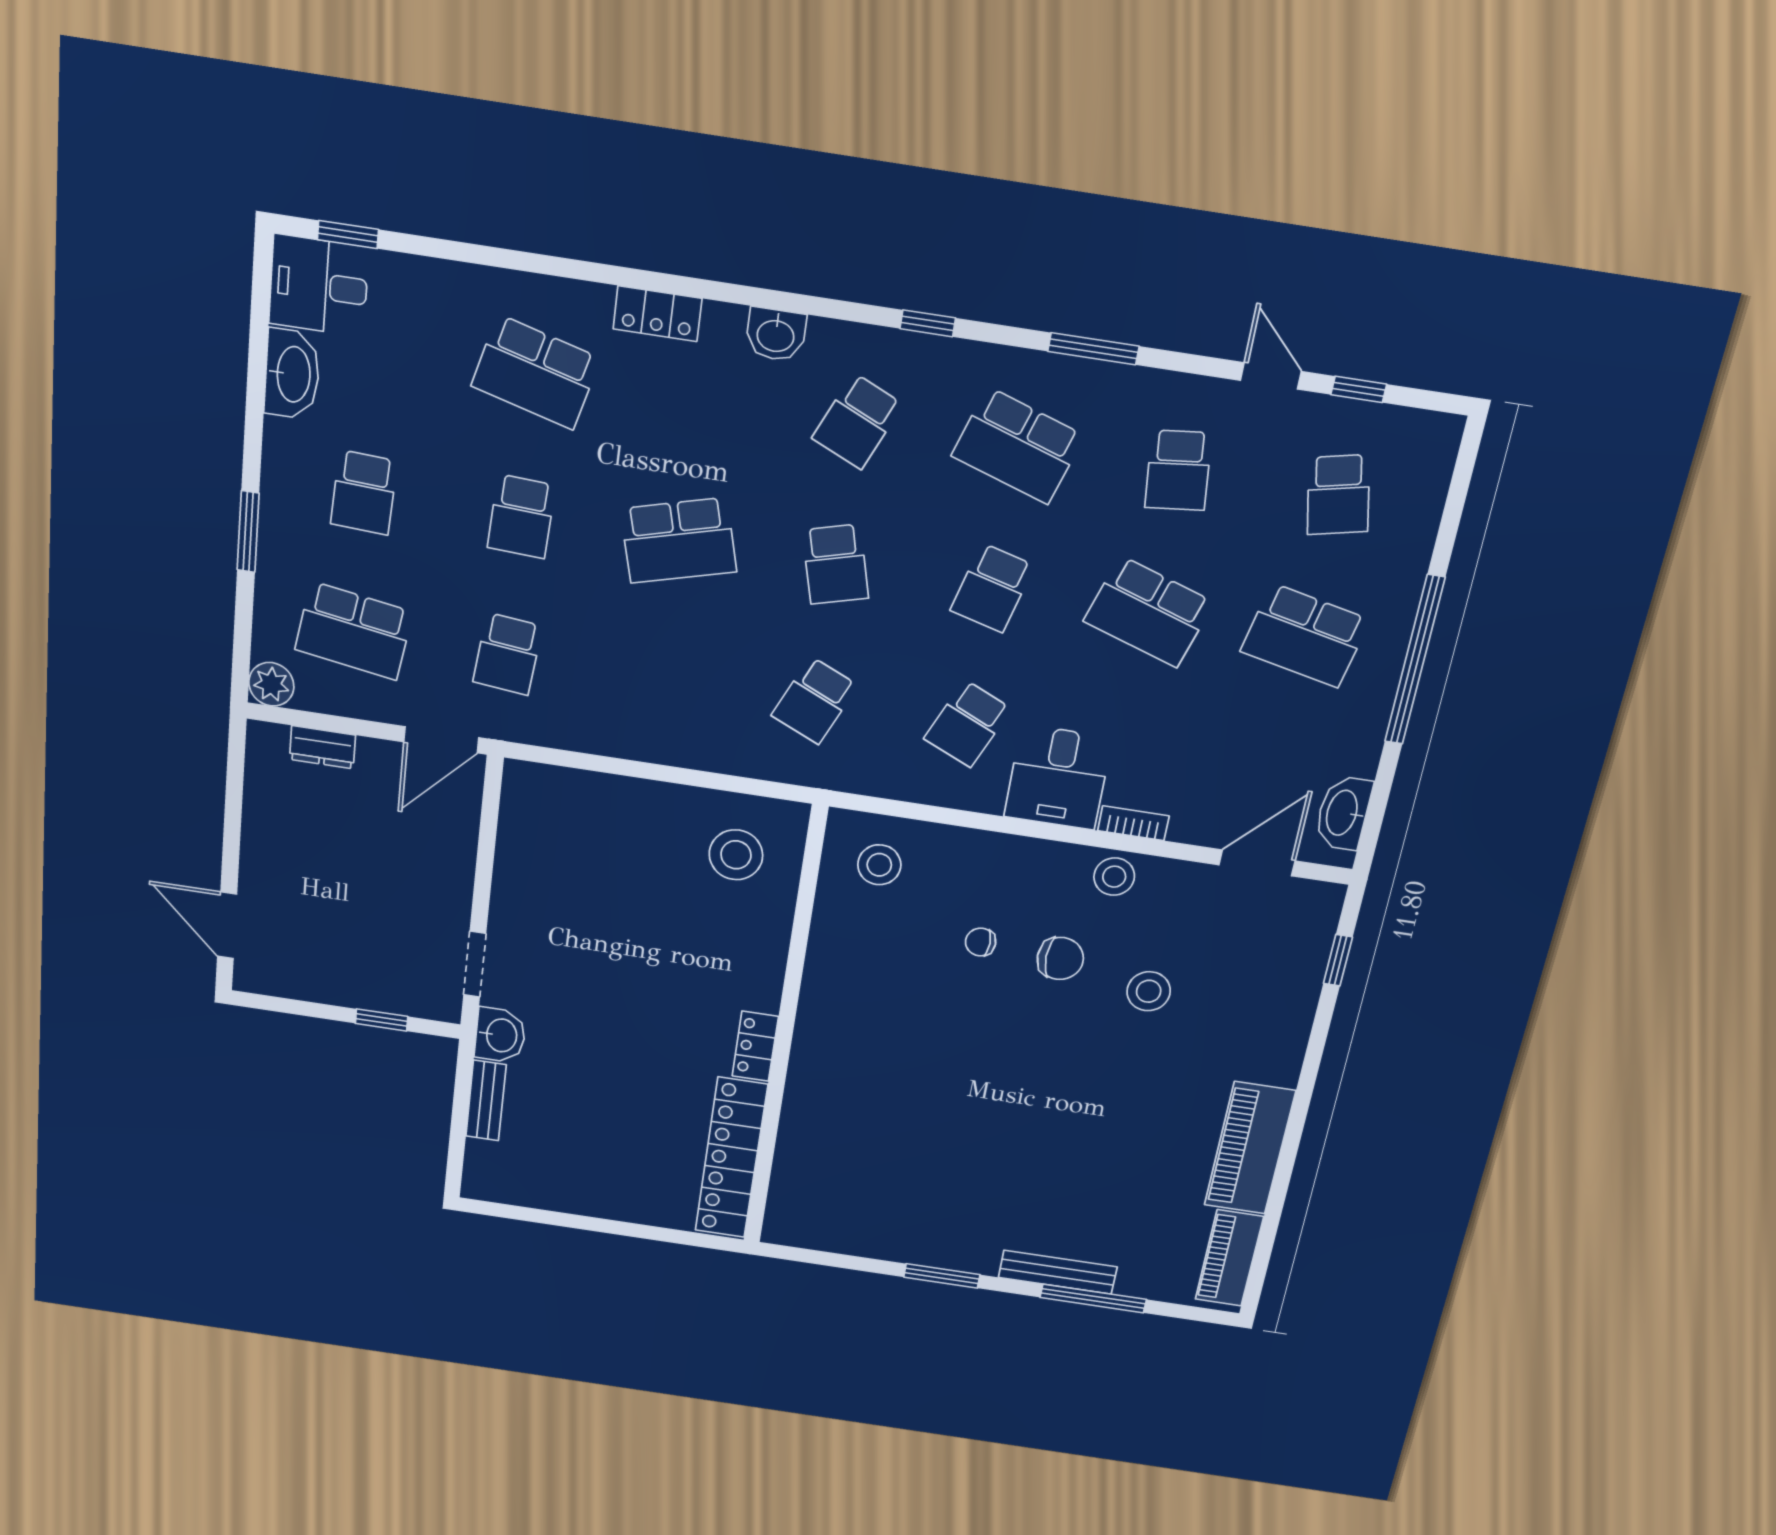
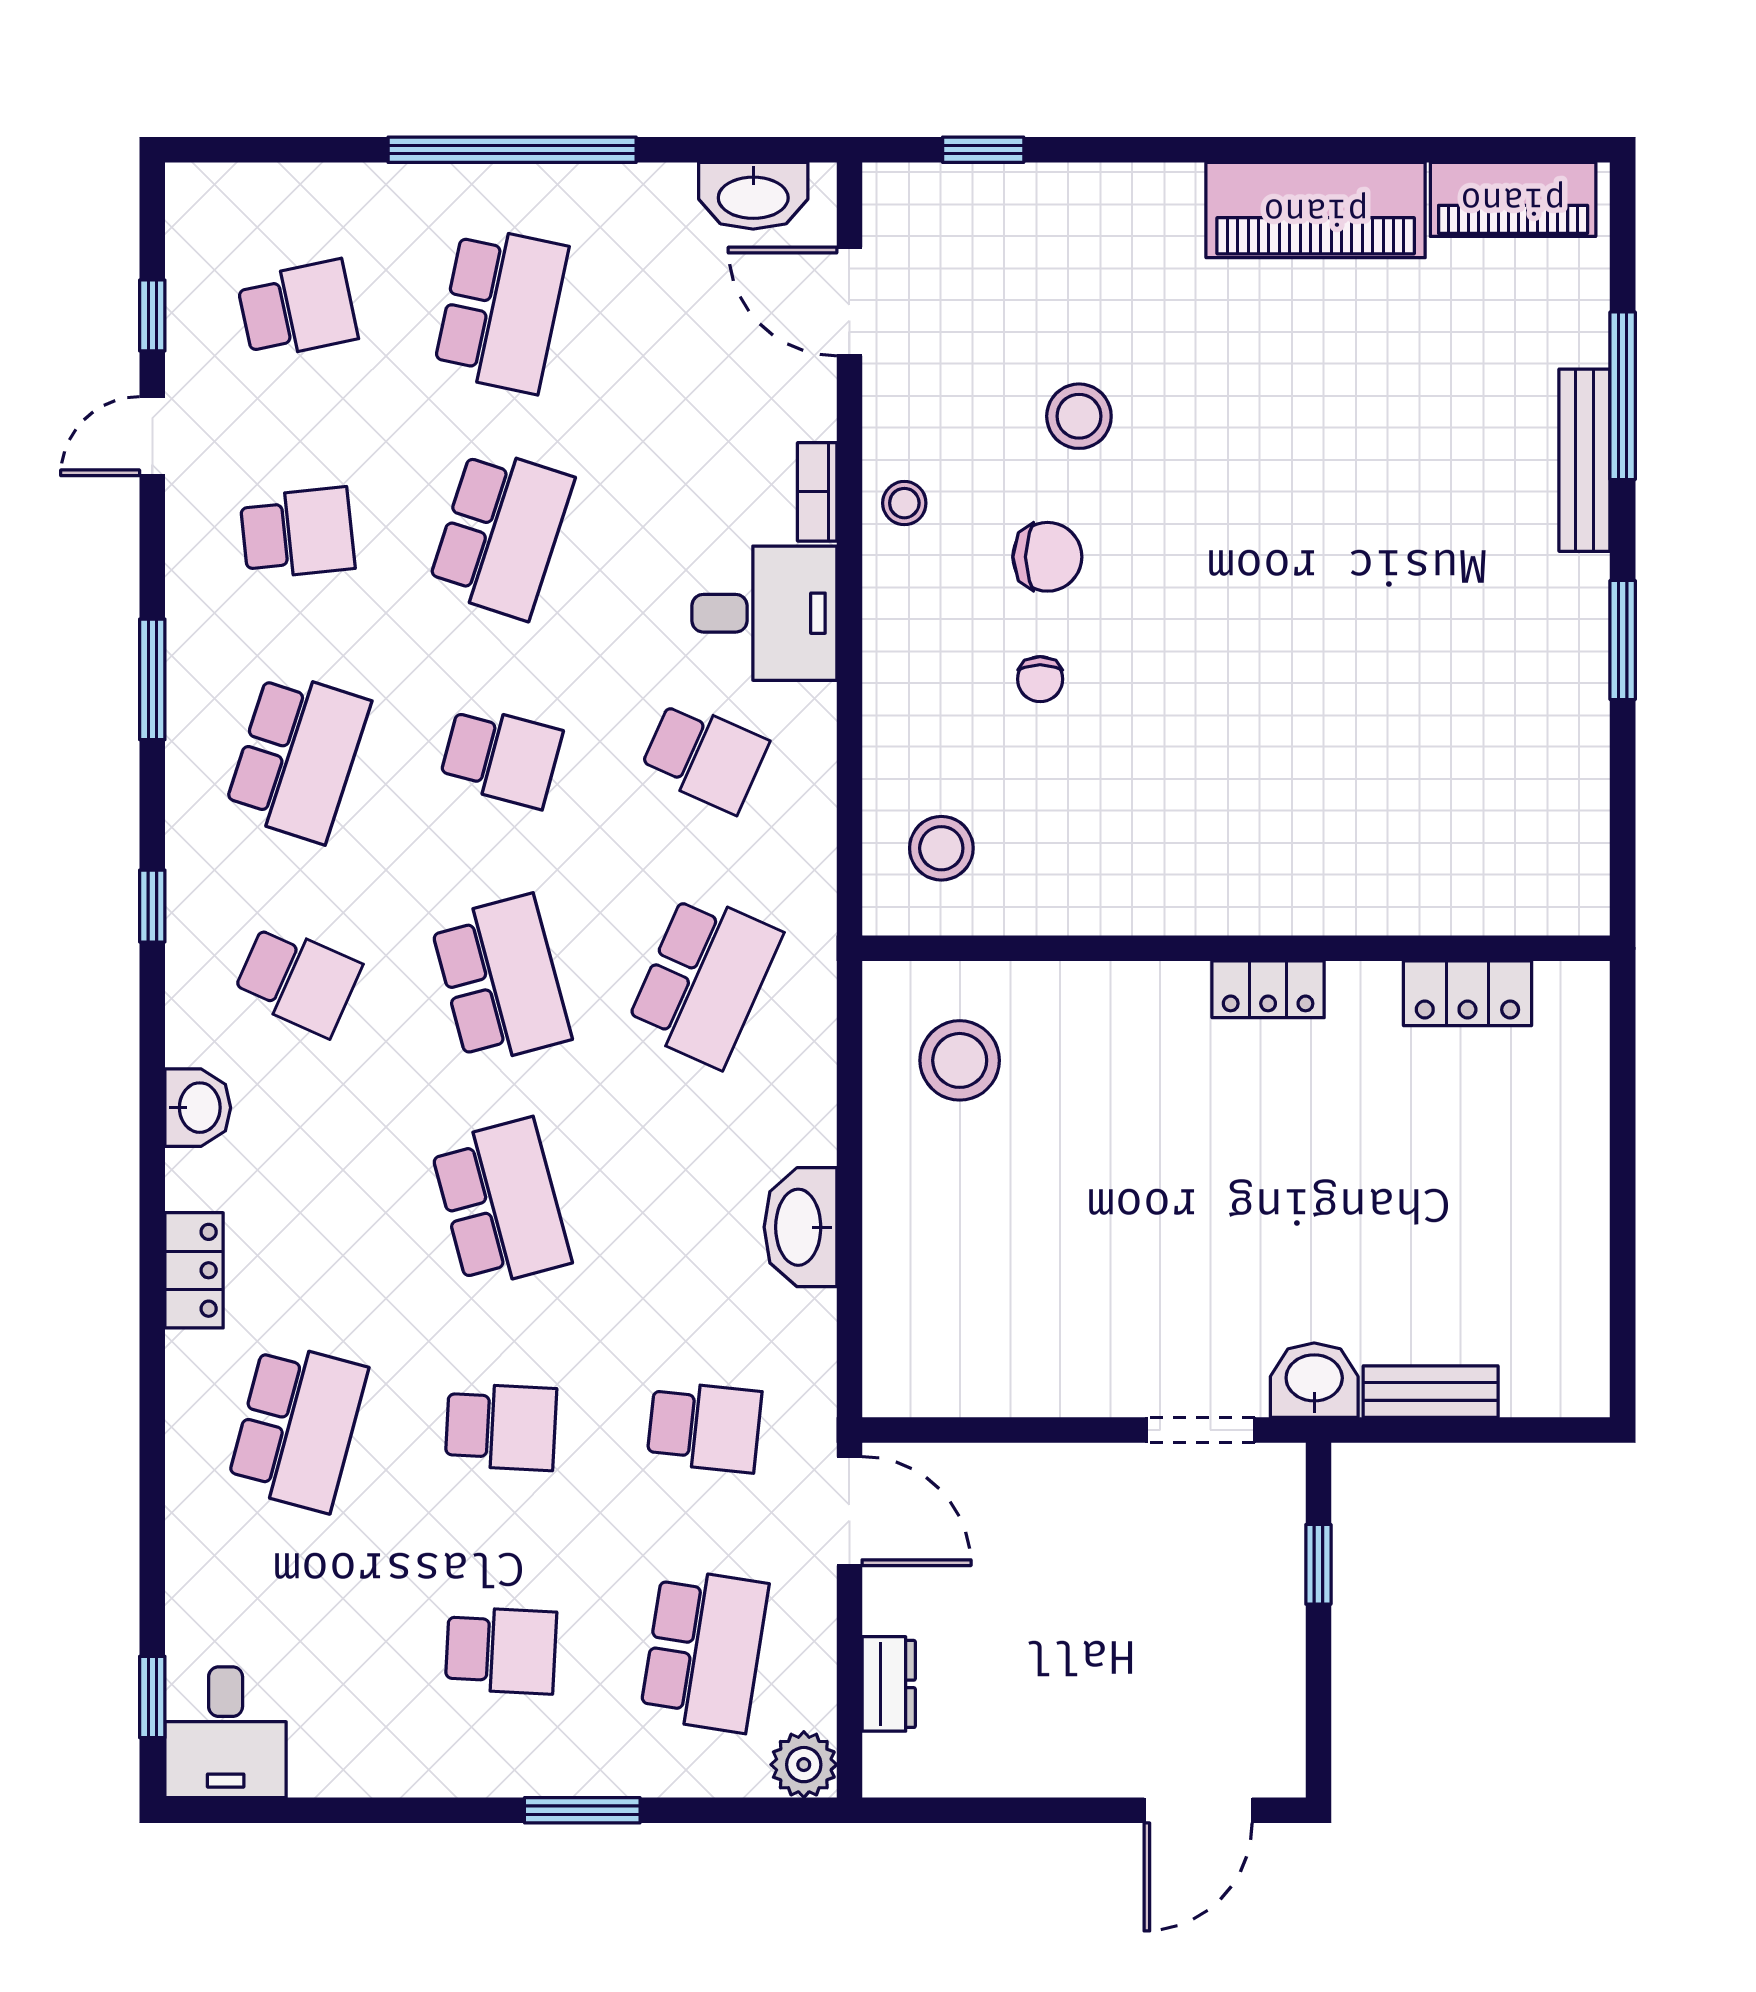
washbasin: (292, 374) -> (800, 1227), moved, turned -90
school desk: (835, 564) -> (501, 980), width x1.85
school desk: (815, 700) -> (704, 980), width x1.85
stool: (1114, 877) -> (904, 503), width x0.73, depth x0.73
chair: (1060, 958) -> (1047, 557), turned 90
locker: (731, 1158) -> (1467, 993), width x0.46, depth x0.83

